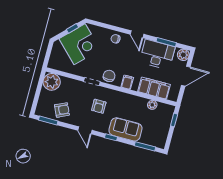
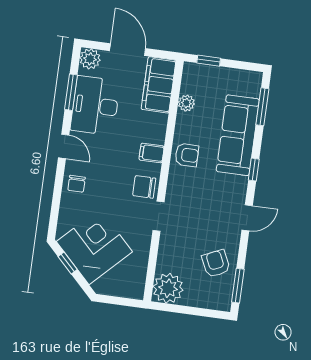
door: (137, 34) -> (64, 146), hinge flipped
filing cabinet: (154, 88) -> (159, 85), moved
armchair: (99, 106) -> (187, 155), moved
sofa: (125, 129) -> (238, 135), width x1.36

